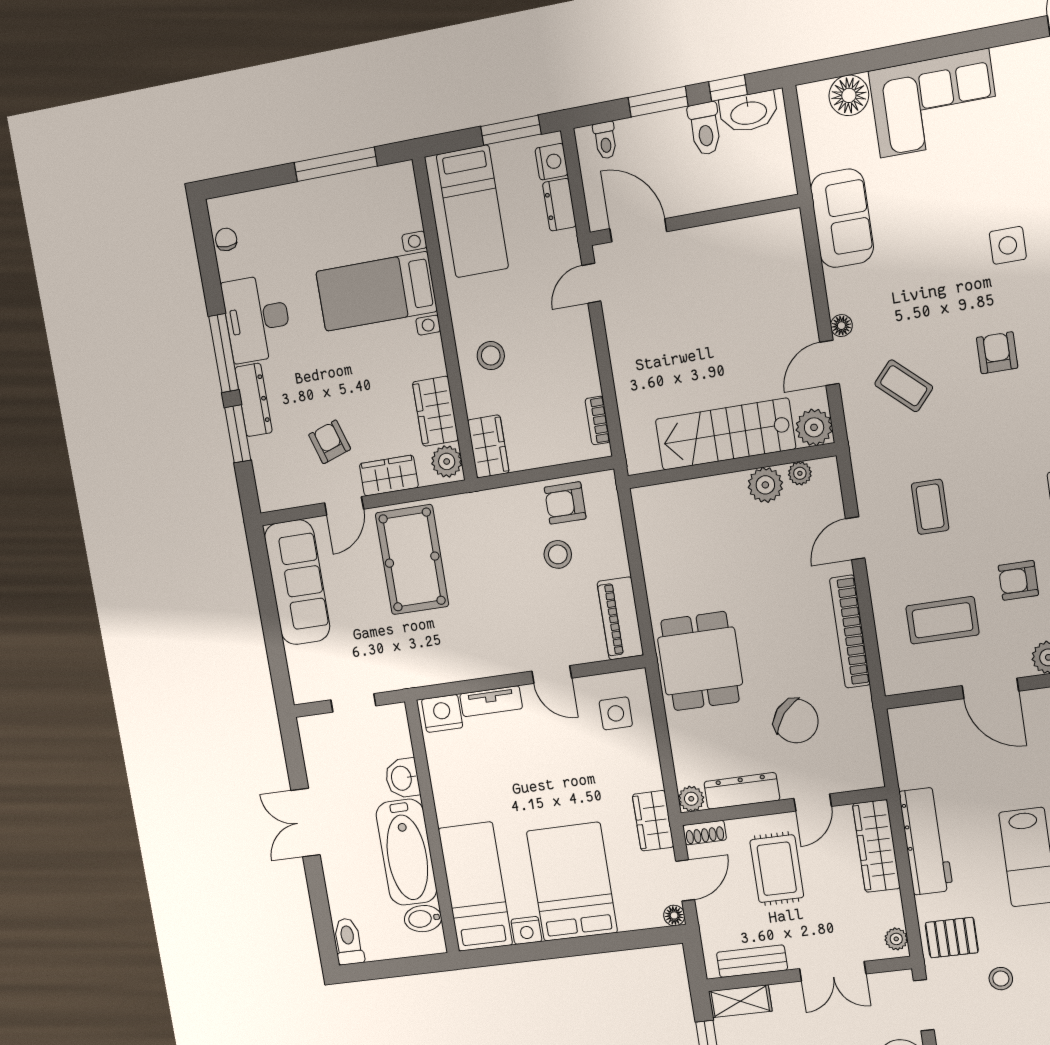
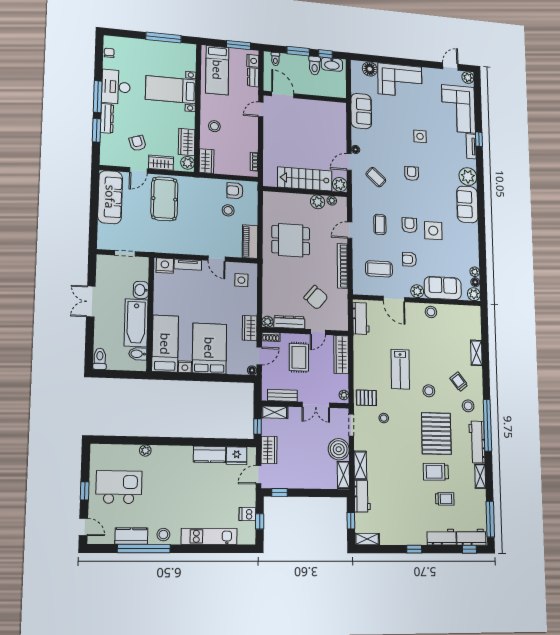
armchair: (1008, 492) -> (409, 225), added
dining table: (700, 661) -> (291, 240), moved, turned 90
workbench: (926, 841) -> (361, 318), moved, width x0.73

